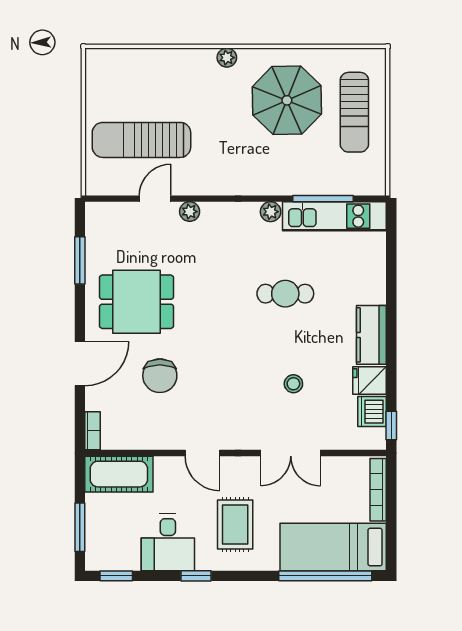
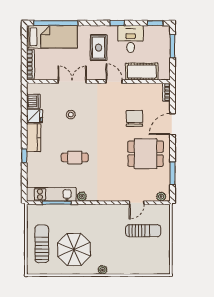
sun lounger: (141, 140) -> (143, 231), width x0.73, depth x0.75
plant: (190, 212) -> (161, 197), moved
window: (391, 425) -> (24, 156), moved
cot: (119, 474) -> (142, 72), moved

